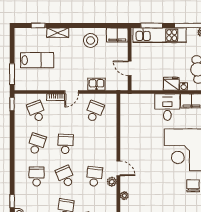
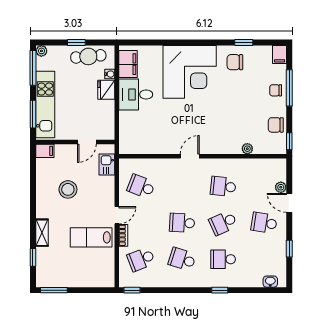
filing cabinet: (117, 35) -> (45, 151), width x0.50
stool: (91, 40) -> (68, 189), moved
lab bench: (37, 60) -> (91, 237), moved, turned -90
window: (12, 74) -> (54, 290), moved
kitchen sink: (96, 84) -> (107, 165), moved
door: (72, 92) -> (117, 215), hinge flipped
door: (118, 168) -> (190, 156), moved
plant: (112, 182) -> (230, 165), removed
window: (12, 201) -> (220, 290), moved

